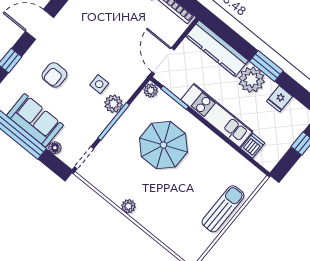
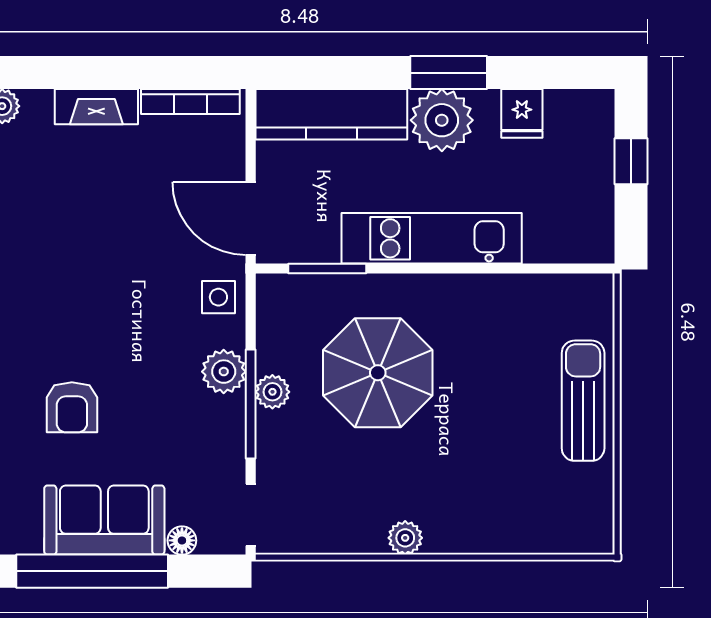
side table: (99, 84) -> (218, 297), moved
plant: (151, 91) -> (272, 392), moved
dishwasher: (253, 146) -> (543, 240), removed

